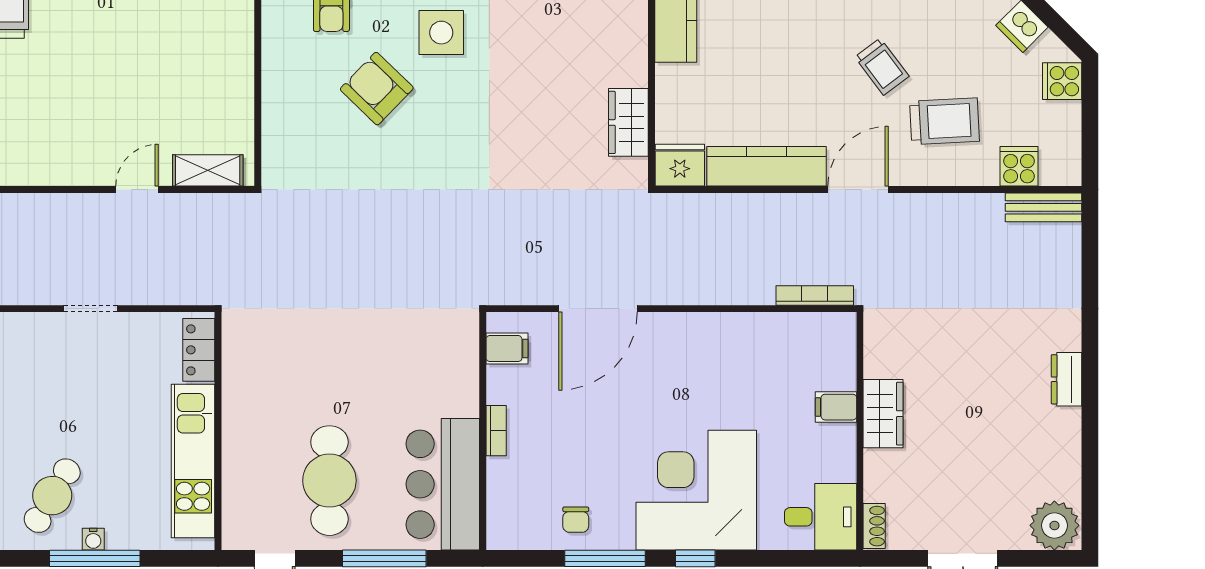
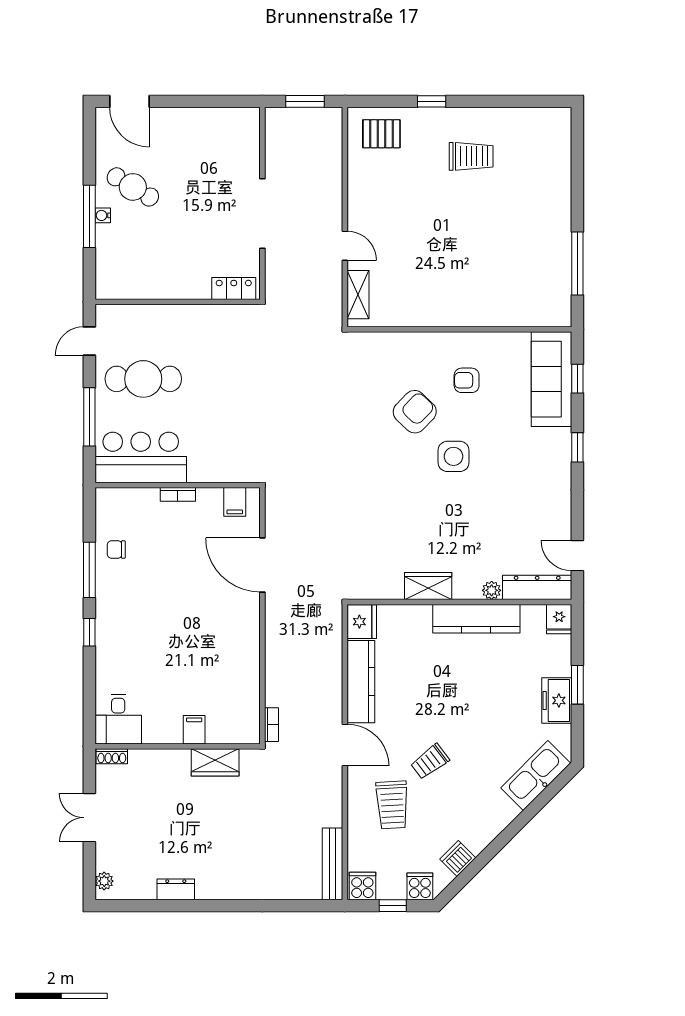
window: (1090, 120) -> (393, 906), added
wardrobe: (628, 122) -> (428, 586), moved
cooker: (1019, 166) -> (362, 886), moved, turned -90
bench: (1043, 207) -> (332, 864), width x1.36
bookcase: (815, 295) -> (271, 725), width x0.64
doorway: (91, 309) -> (262, 214), width x1.87
dresser: (1066, 379) -> (176, 889), moved
wardrobe: (883, 414) -> (215, 762), moved
kitchen unit: (193, 461) -> (157, 285), removed
corner desk: (696, 490) -> (137, 633), removed
plant: (1054, 525) -> (104, 881), width x0.53, depth x0.53

